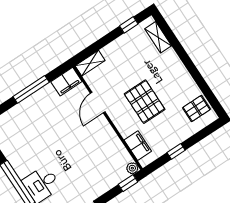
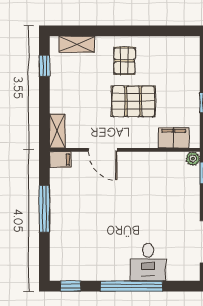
filing cabinet: (66, 82) -> (60, 160), width x0.50
pallet: (196, 109) -> (125, 61), moved

